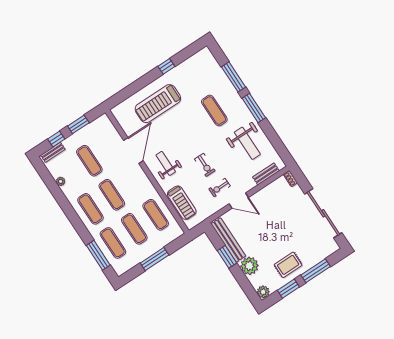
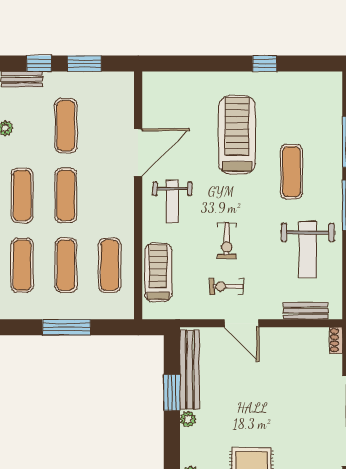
treadmill: (158, 104) -> (237, 135), moved, turned 90
weight bench: (166, 163) -> (172, 201), turned 180
treadmill: (182, 203) -> (158, 273), turned 180
plant: (249, 266) -> (188, 419), width x0.53, depth x0.53

